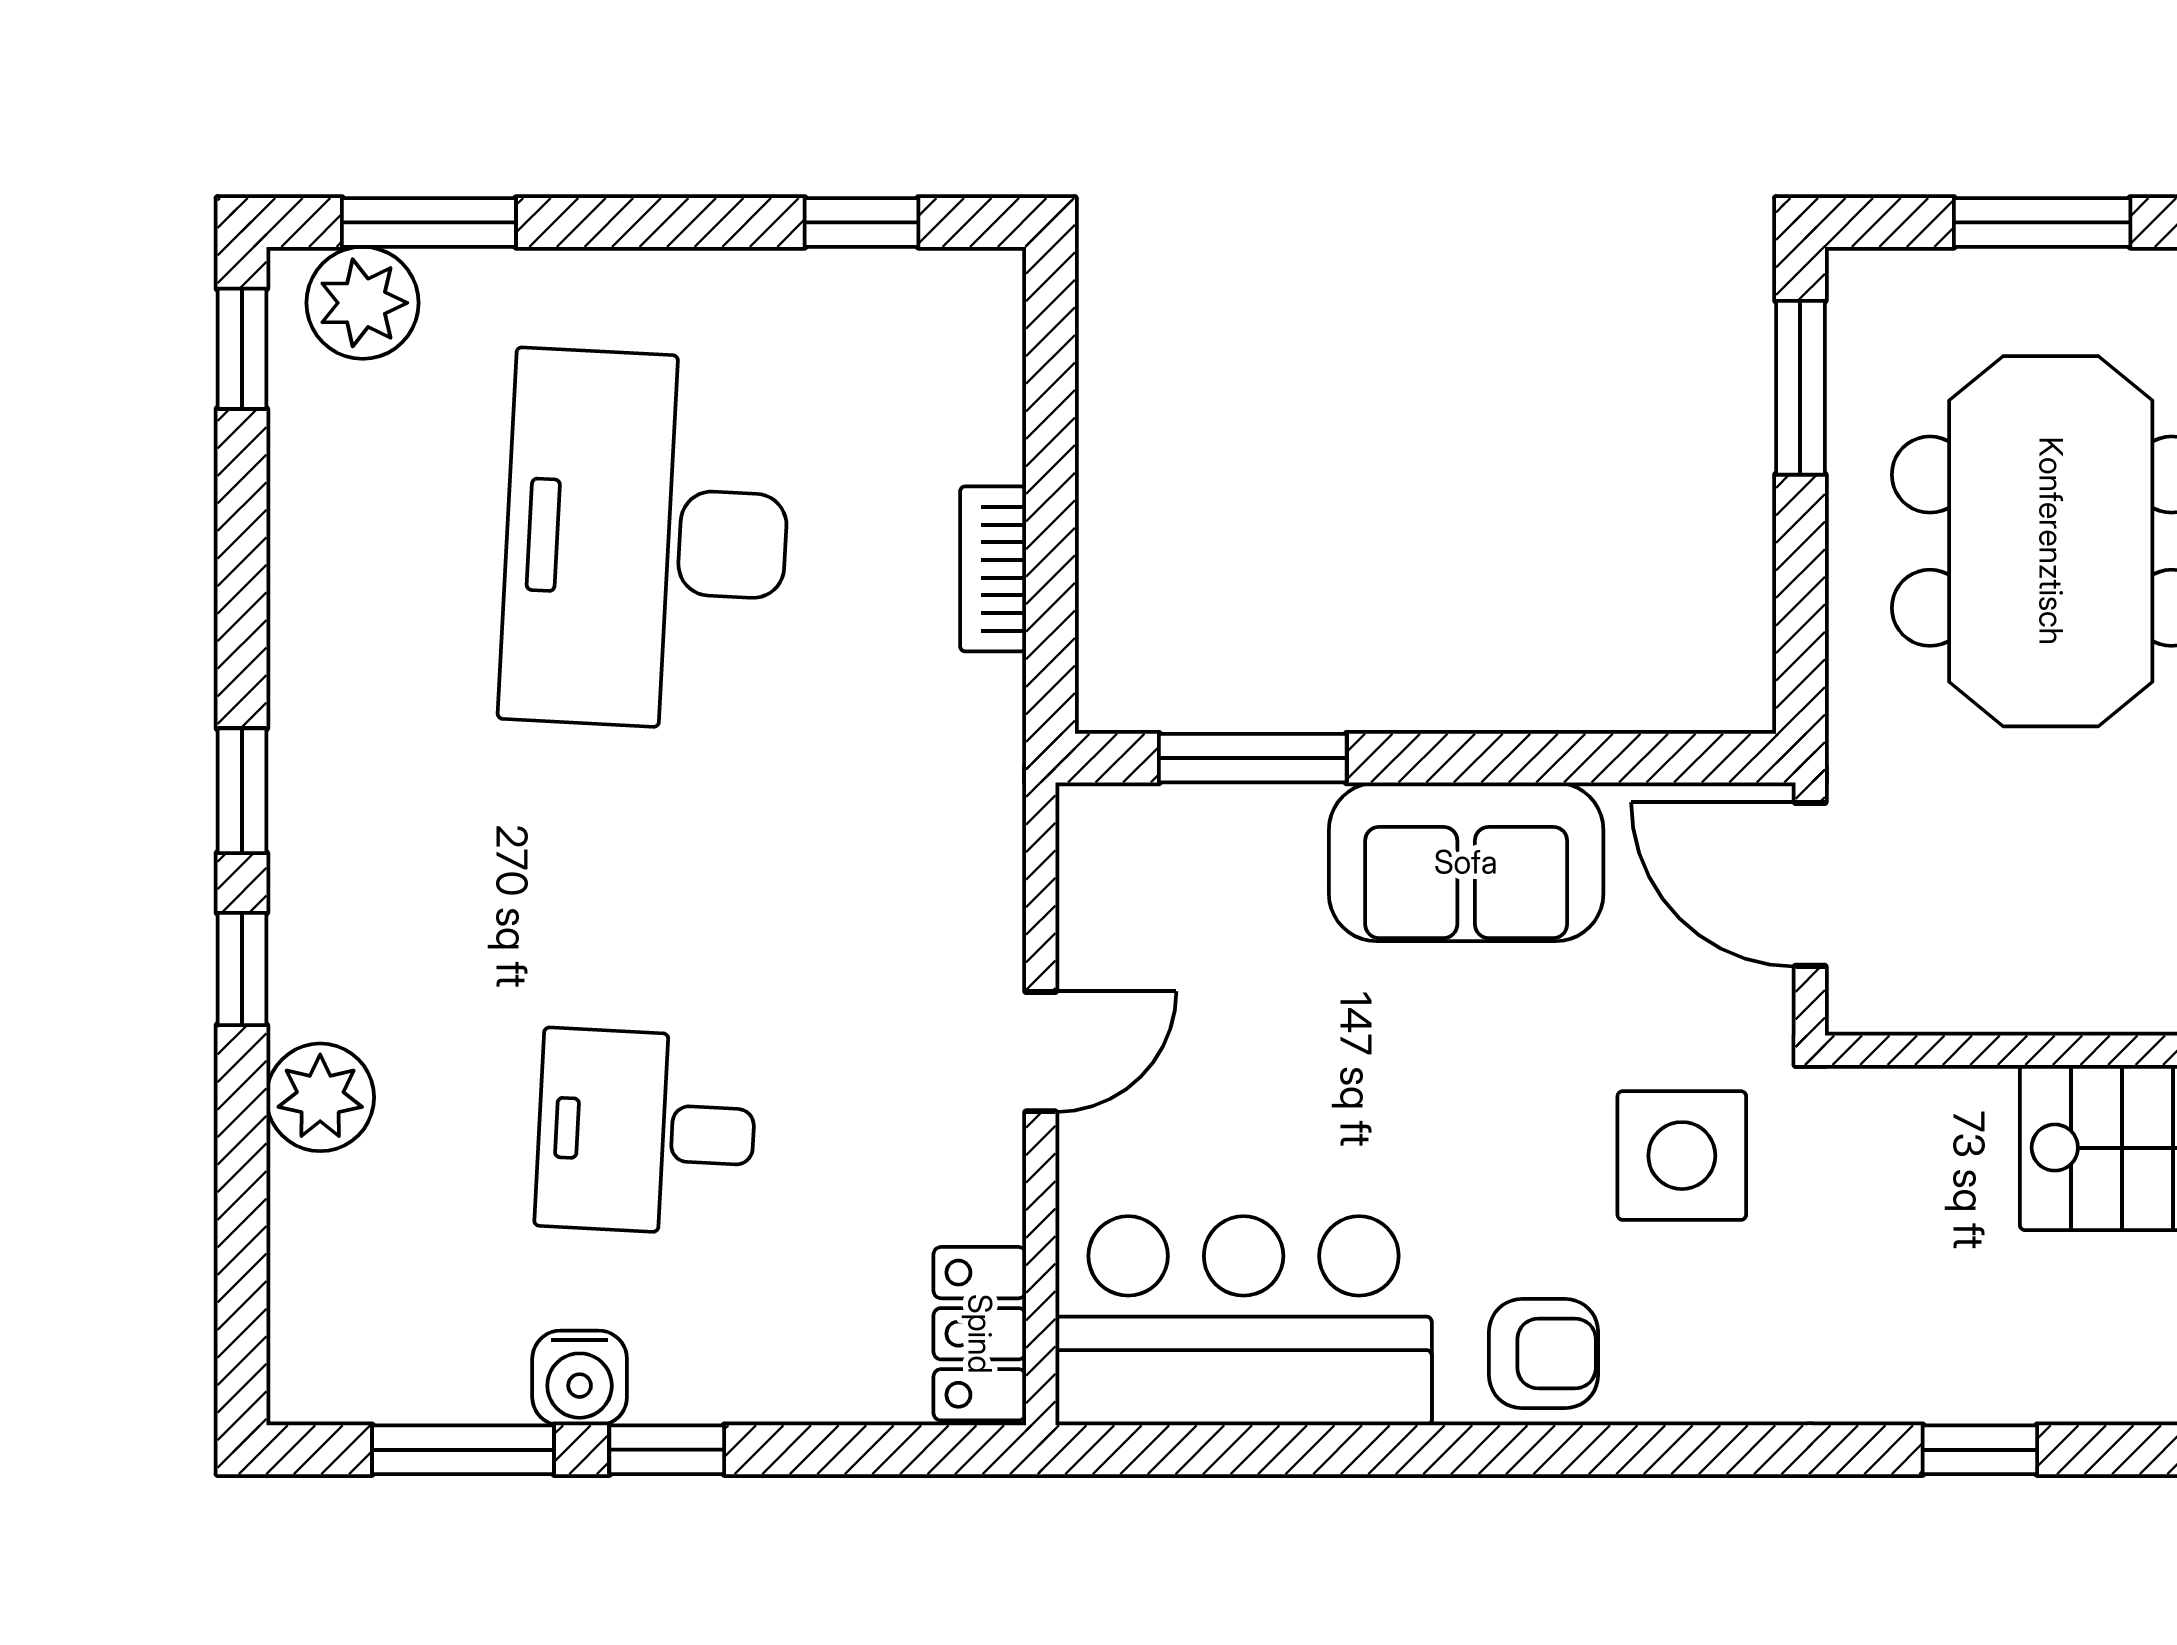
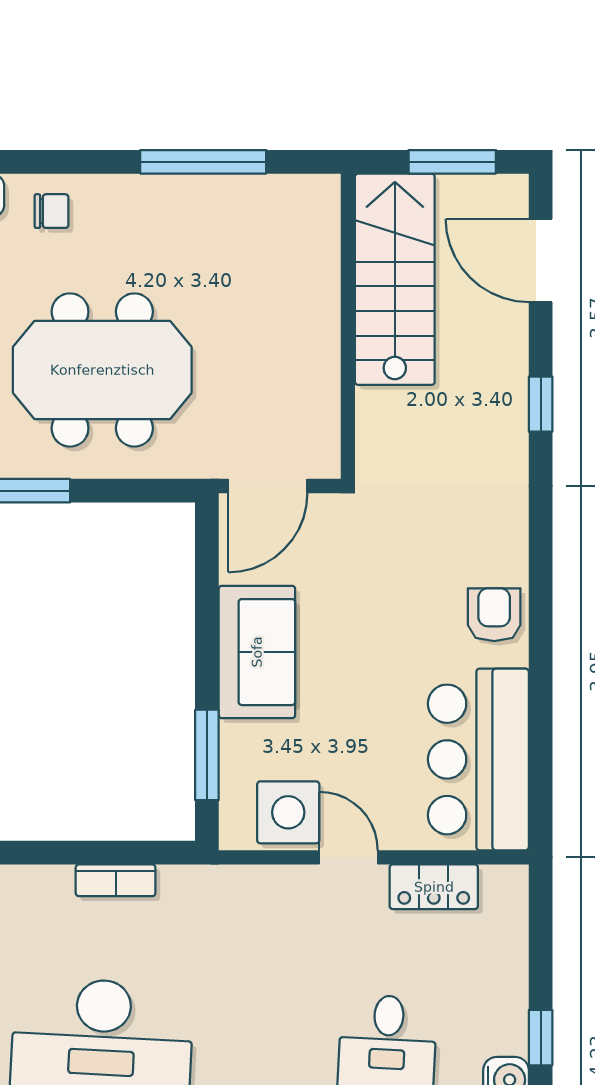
side table: (1682, 1156) -> (288, 812), moved
locker: (980, 1334) -> (434, 887), moved

